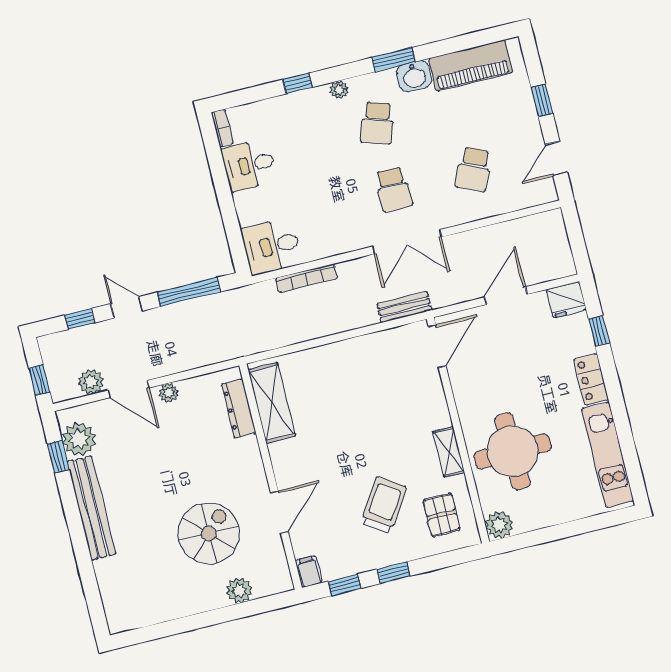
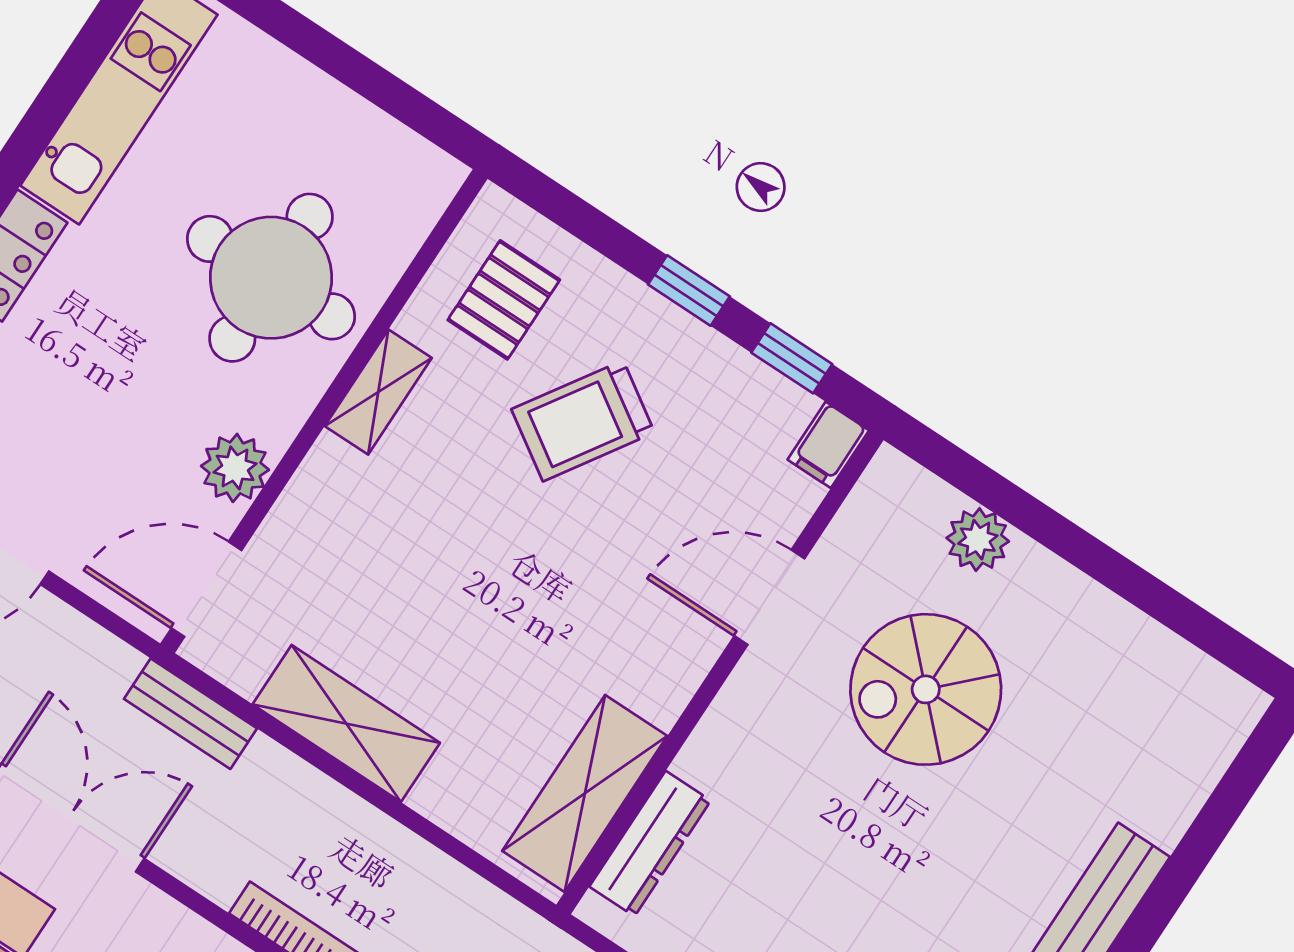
shelving: (358, 351) -> (346, 724), added
plant: (499, 525) -> (235, 468), moved

